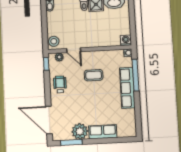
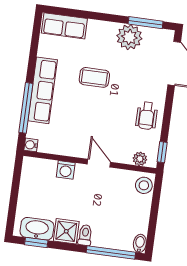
washing machine: (126, 40) -> (66, 170), moved
door: (74, 50) -> (99, 163), moved
coffee table: (94, 75) -> (94, 77), moved
row of seats: (103, 132) -> (64, 26), moved

